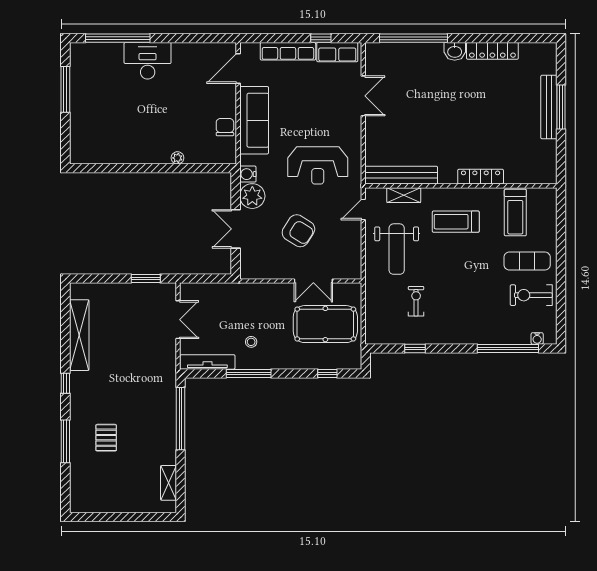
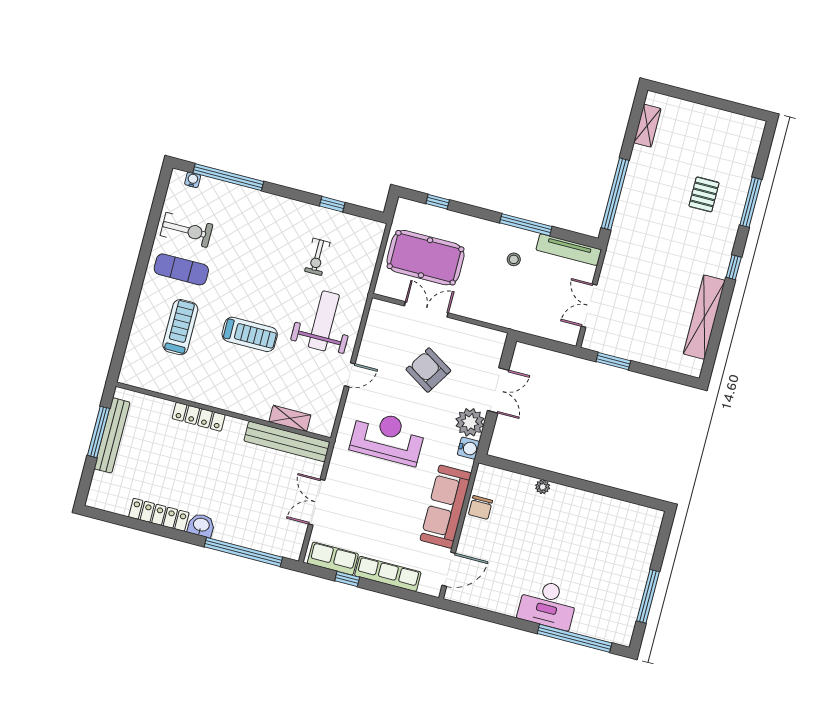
bench: (401, 175) -> (287, 441), moved
locker: (481, 177) -> (199, 417), moved
wall: (461, 186) -> (223, 412), moved
shelving: (404, 195) -> (290, 418), moved

